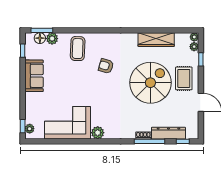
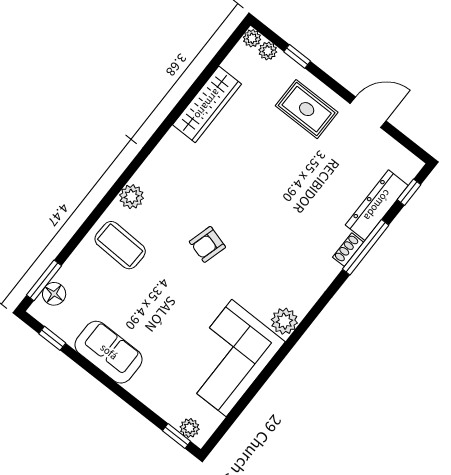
plant: (52, 39) -> (132, 197), moved
armchair: (106, 66) -> (207, 244), moved
spiral stairs: (150, 83) -> (270, 170), removed

